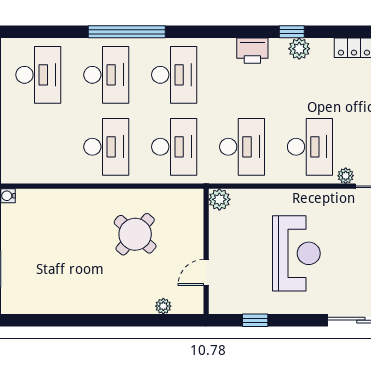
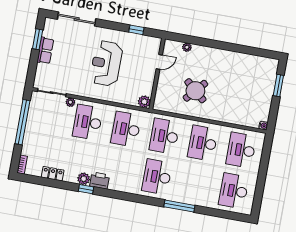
window: (127, 32) -> (179, 206), width x0.68
printer: (252, 51) -> (100, 181), moved
desk: (106, 75) -> (241, 150), moved

